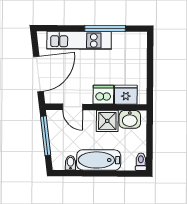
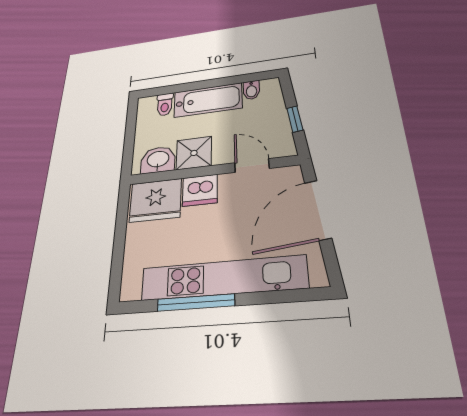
kitchen unit: (79, 40) -> (223, 278), width x1.36
fridge: (126, 95) -> (156, 200), width x1.36, depth x1.34
window: (46, 136) -> (295, 119), width x0.46
toilet: (141, 162) -> (165, 104), moved

